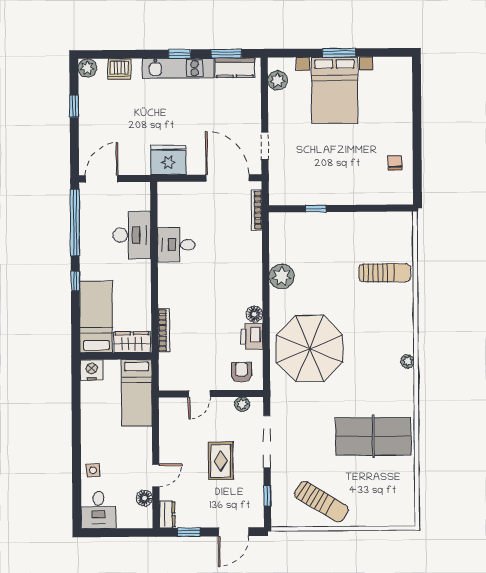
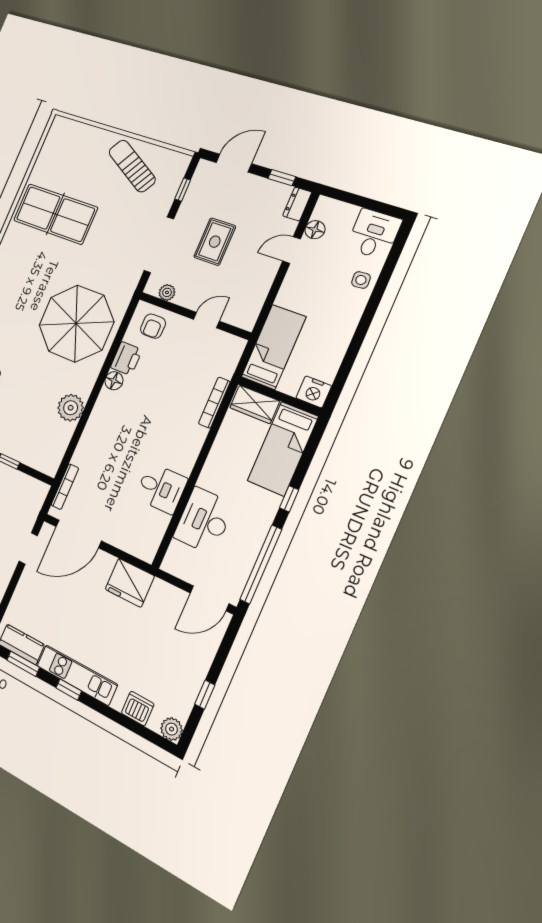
door: (227, 178) -> (79, 534), hinge flipped

